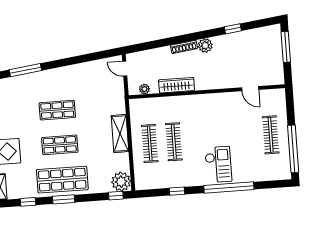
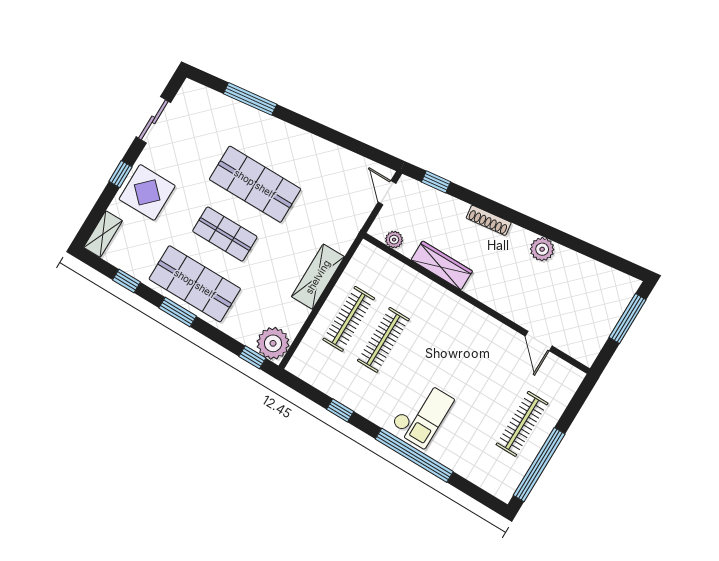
window: (233, 29) -> (436, 182), moved
plant: (205, 45) -> (542, 249), moved
shop shelf: (57, 110) -> (255, 184), width x1.43, depth x1.36

